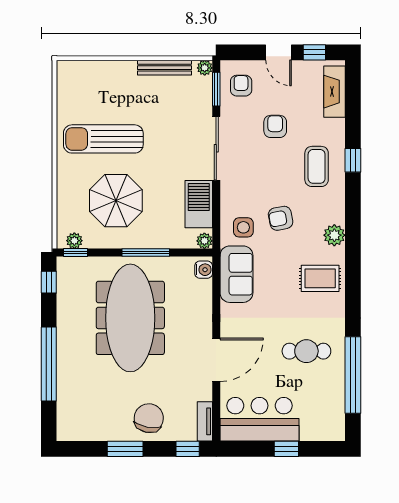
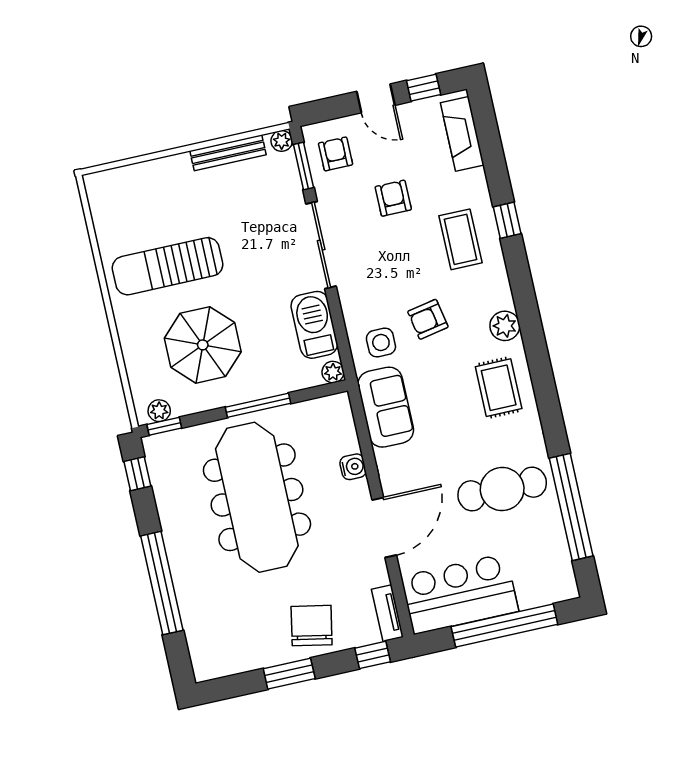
water cooler: (204, 270) -> (353, 467), moved
rug: (320, 278) -> (499, 388), turned 90
cafe table: (306, 351) -> (502, 489), width x1.37, depth x1.35
window: (286, 449) -> (504, 625), width x3.17

